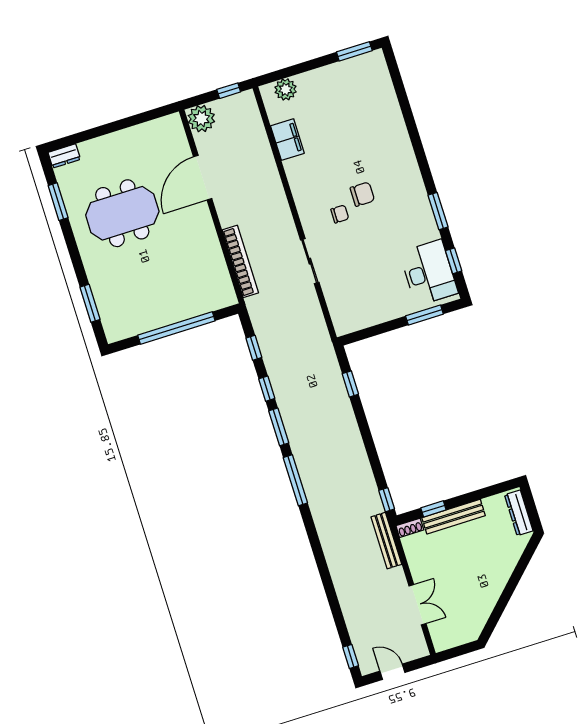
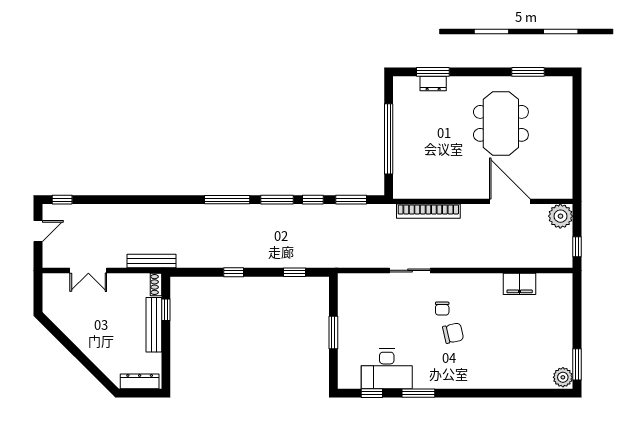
plant: (286, 89) -> (563, 377), moved
dresser: (64, 156) -> (433, 84), moved, turned -90
chair: (362, 194) -> (453, 333), turned -103
desk: (429, 273) -> (387, 369), moved
window: (424, 315) -> (333, 332), moved
window: (254, 348) -> (351, 200), width x1.50
window: (387, 500) -> (234, 272), moved

